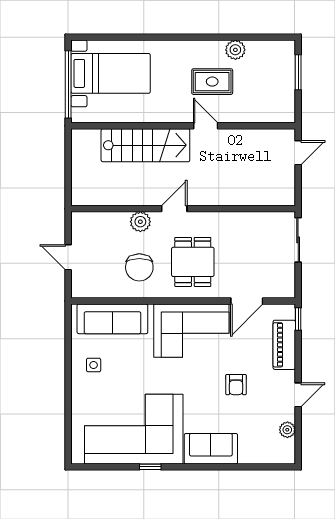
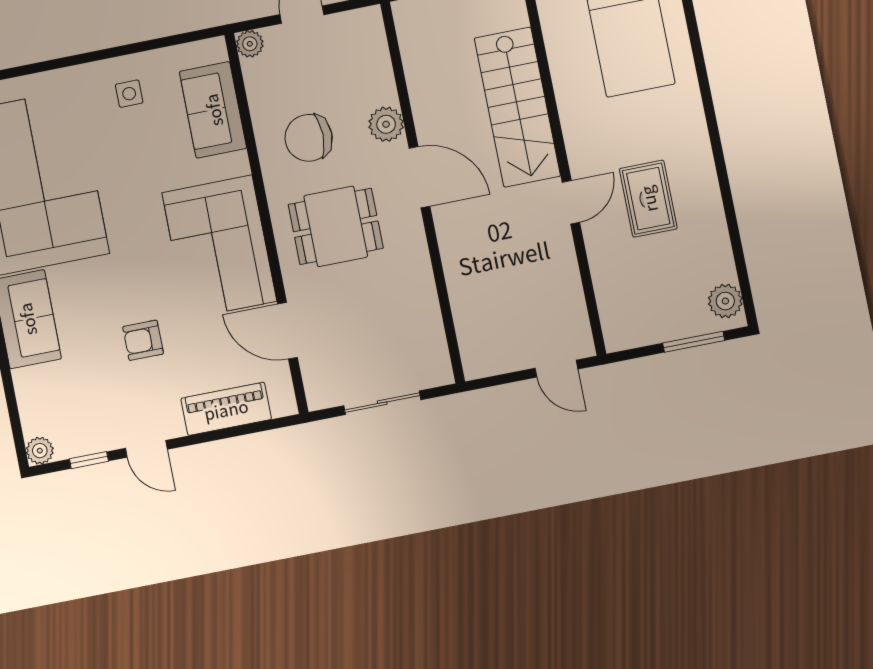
plant: (235, 50) -> (725, 301), moved
door: (174, 209) -> (420, 177), width x1.38
sliding door: (298, 240) -> (382, 403), moved
plant: (79, 290) -> (250, 44), added
sofa: (112, 319) -> (213, 110), width x0.73
window: (298, 319) -> (89, 460), moved
plant: (287, 430) -> (40, 451), moved

